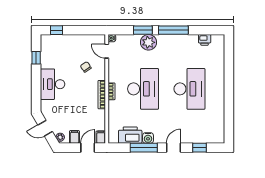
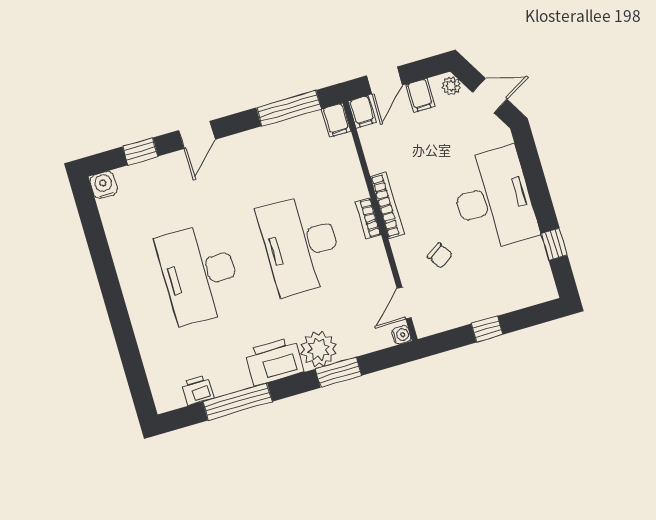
window: (57, 30) -> (487, 329), moved
window: (173, 30) -> (238, 402), moved
door: (107, 51) -> (404, 303), swing flipped
desk: (53, 84) -> (494, 199), width x1.36, depth x1.30
printer: (130, 135) -> (274, 361), moved, turned 180
filing cabinet: (113, 137) -> (336, 120), added
water cooler: (148, 138) -> (104, 185), moved
window: (144, 148) -> (289, 108), moved

